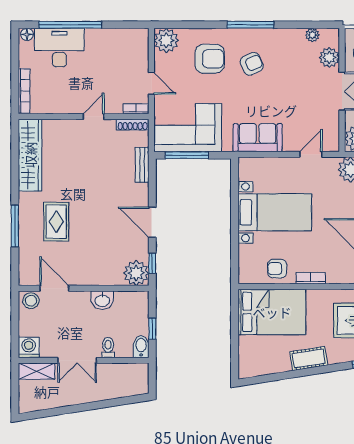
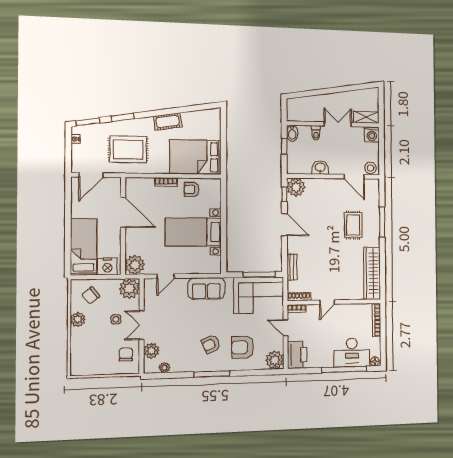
printer: (136, 46) -> (297, 355), added
armchair: (277, 269) -> (192, 190), turned 180

